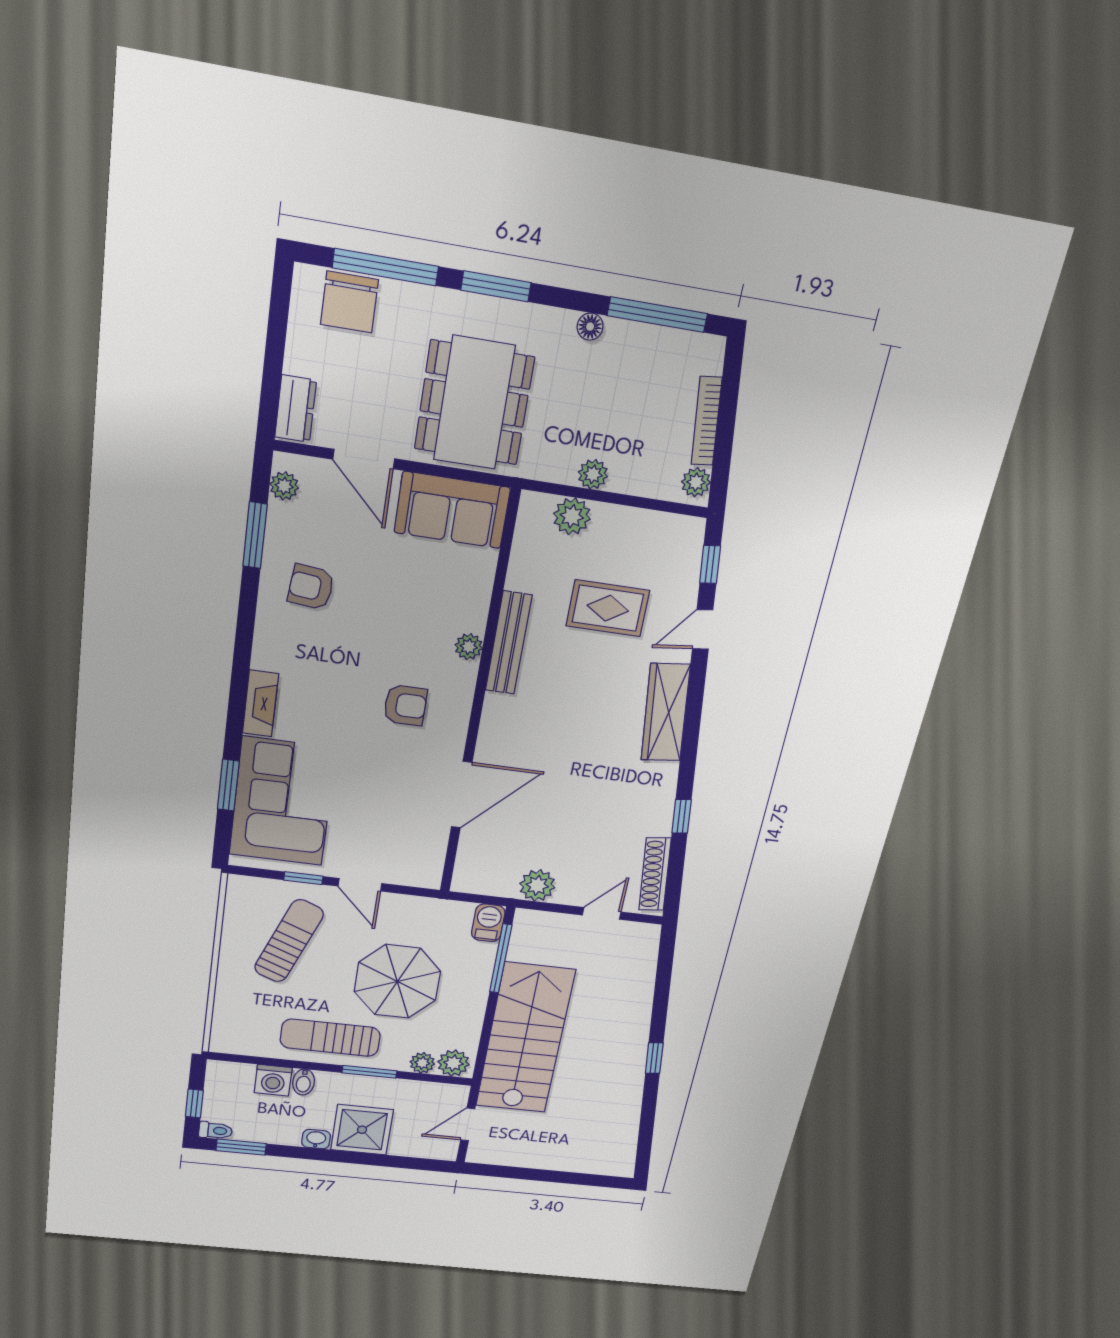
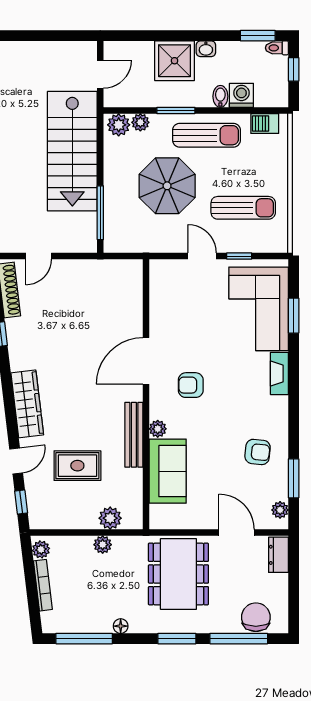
sofa: (452, 510) -> (168, 471), moved, turned 90
door: (462, 795) -> (146, 361), moved
plant: (537, 885) -> (86, 271), removed
barbecue: (488, 923) -> (265, 123), moved, turned 90
sun lounger: (289, 941) -> (243, 208), turned -111

